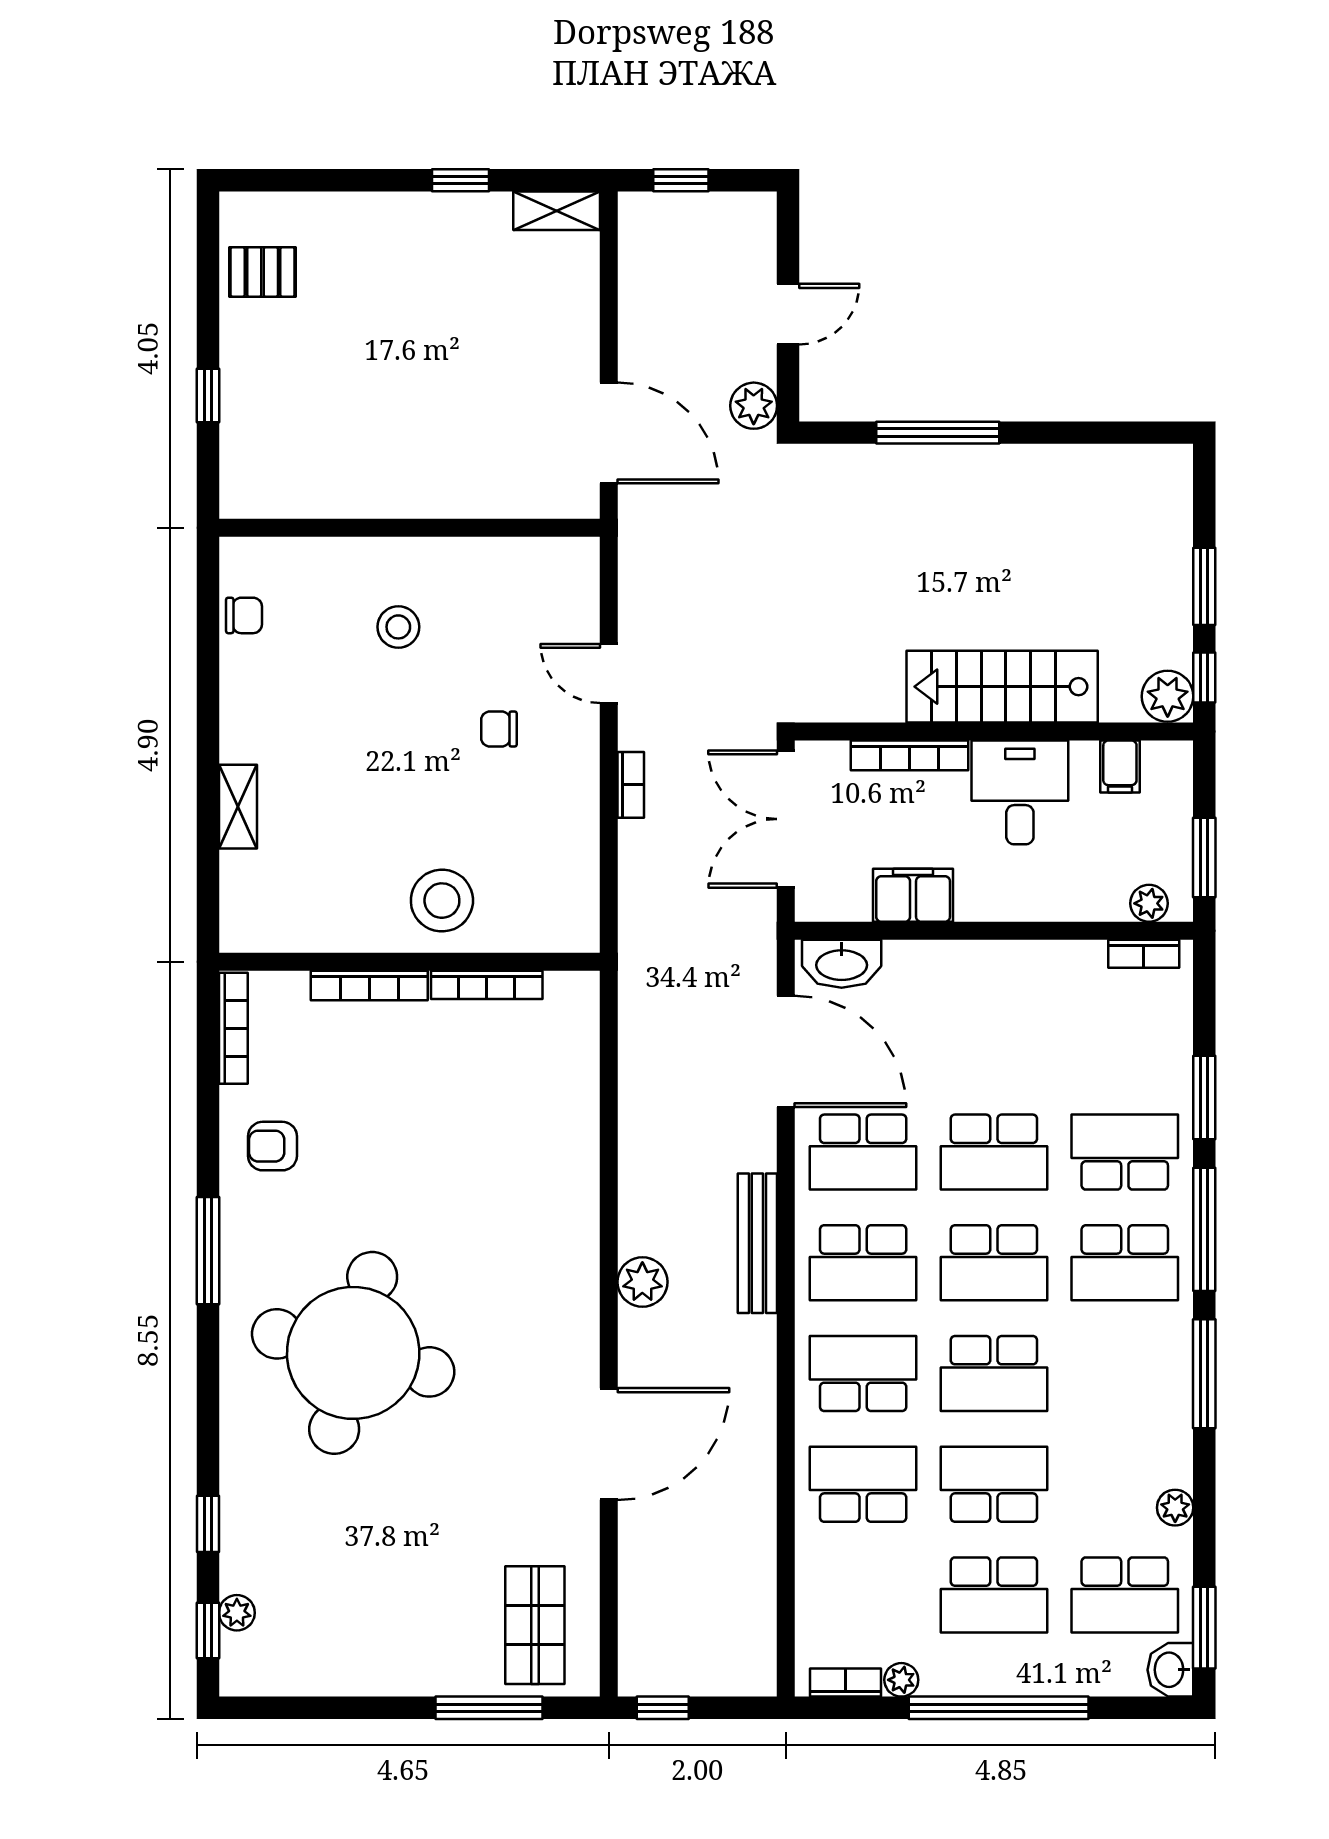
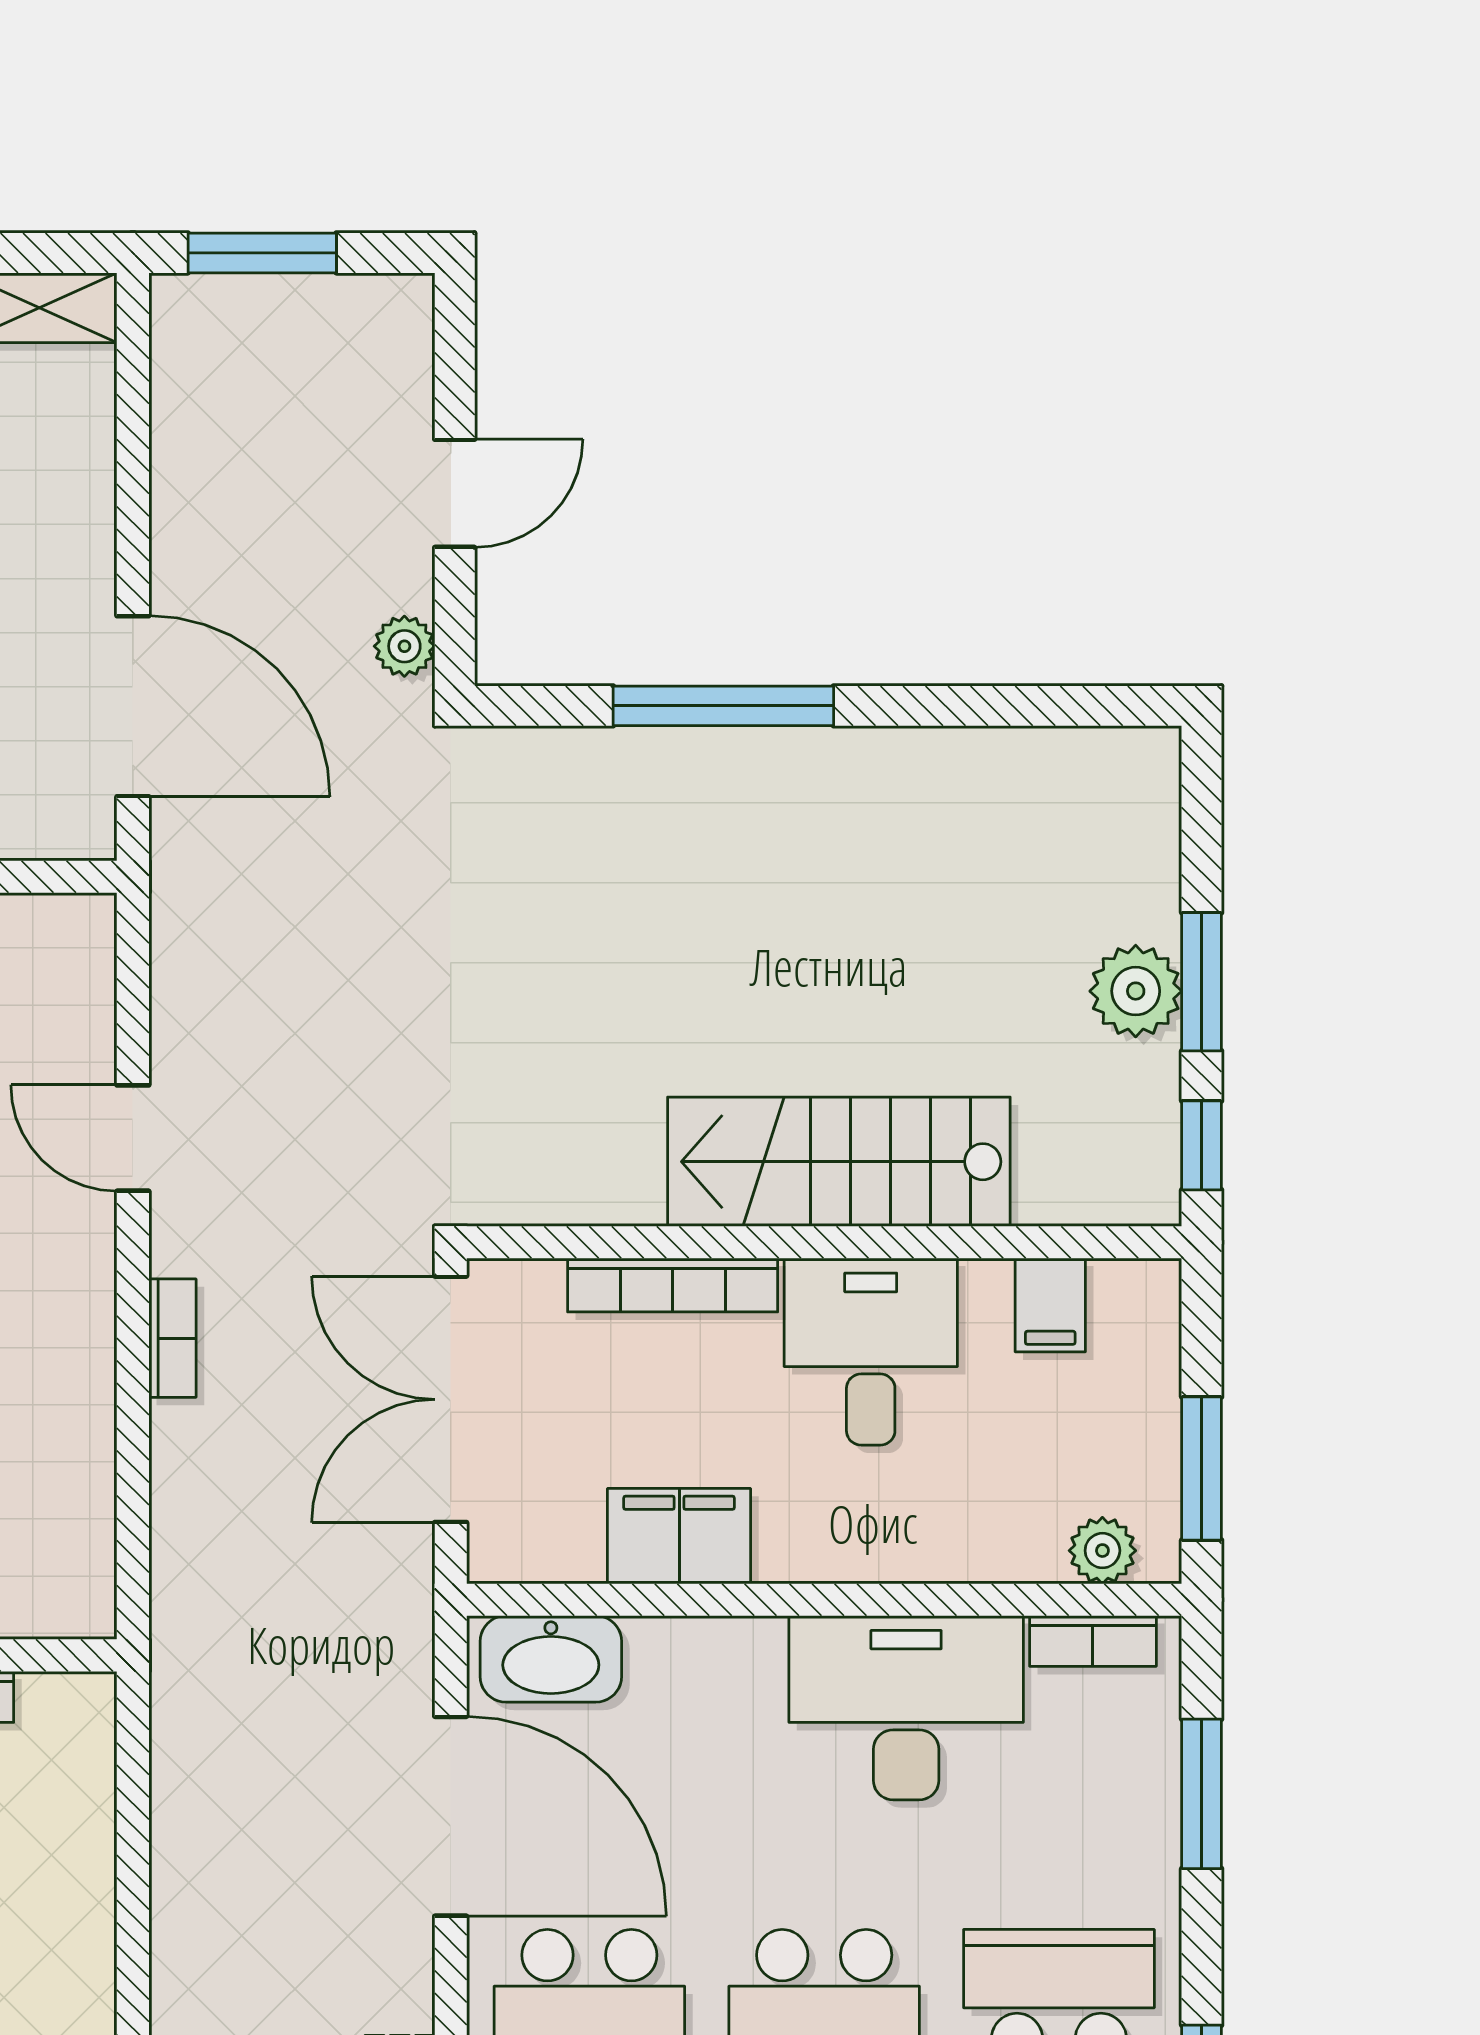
window: (681, 180) -> (262, 253), width x1.50
plant: (754, 406) -> (404, 646), width x0.73, depth x0.73
plant: (1168, 696) -> (1136, 991), moved
desk: (1040, 991) -> (906, 1708), added
window: (1204, 1097) -> (1202, 1794), moved

